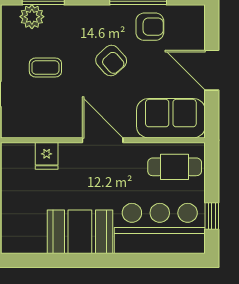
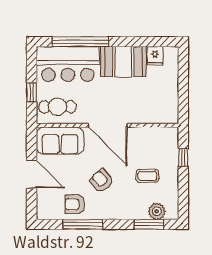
door: (103, 140) -> (108, 125), width x1.36
fridge: (47, 156) -> (155, 56), moved, turned 180
window: (212, 216) -> (32, 92), moved
window: (142, 260) -> (80, 42), added

